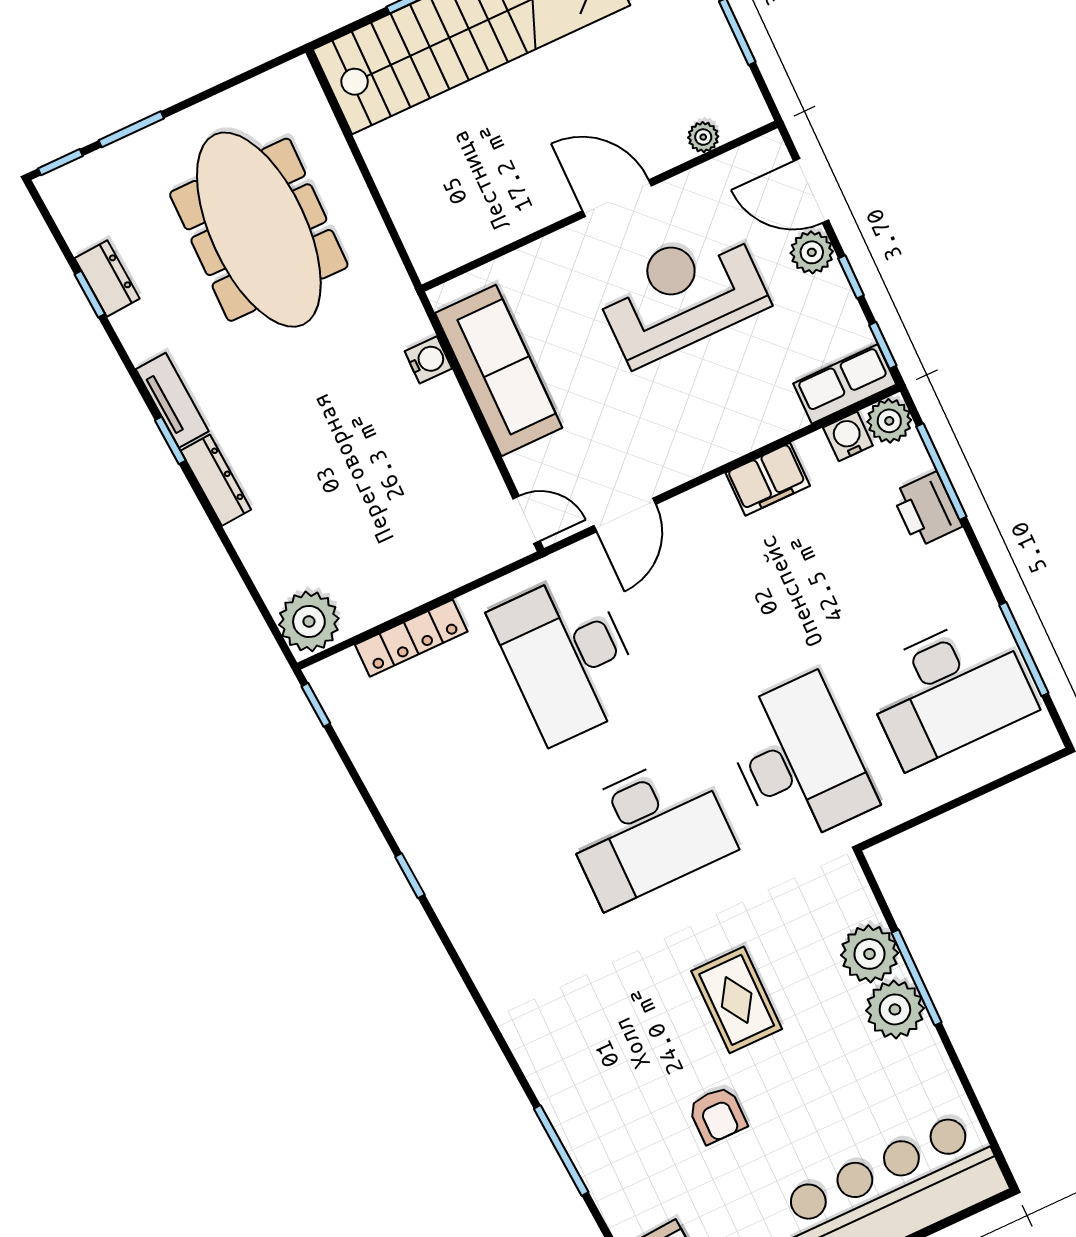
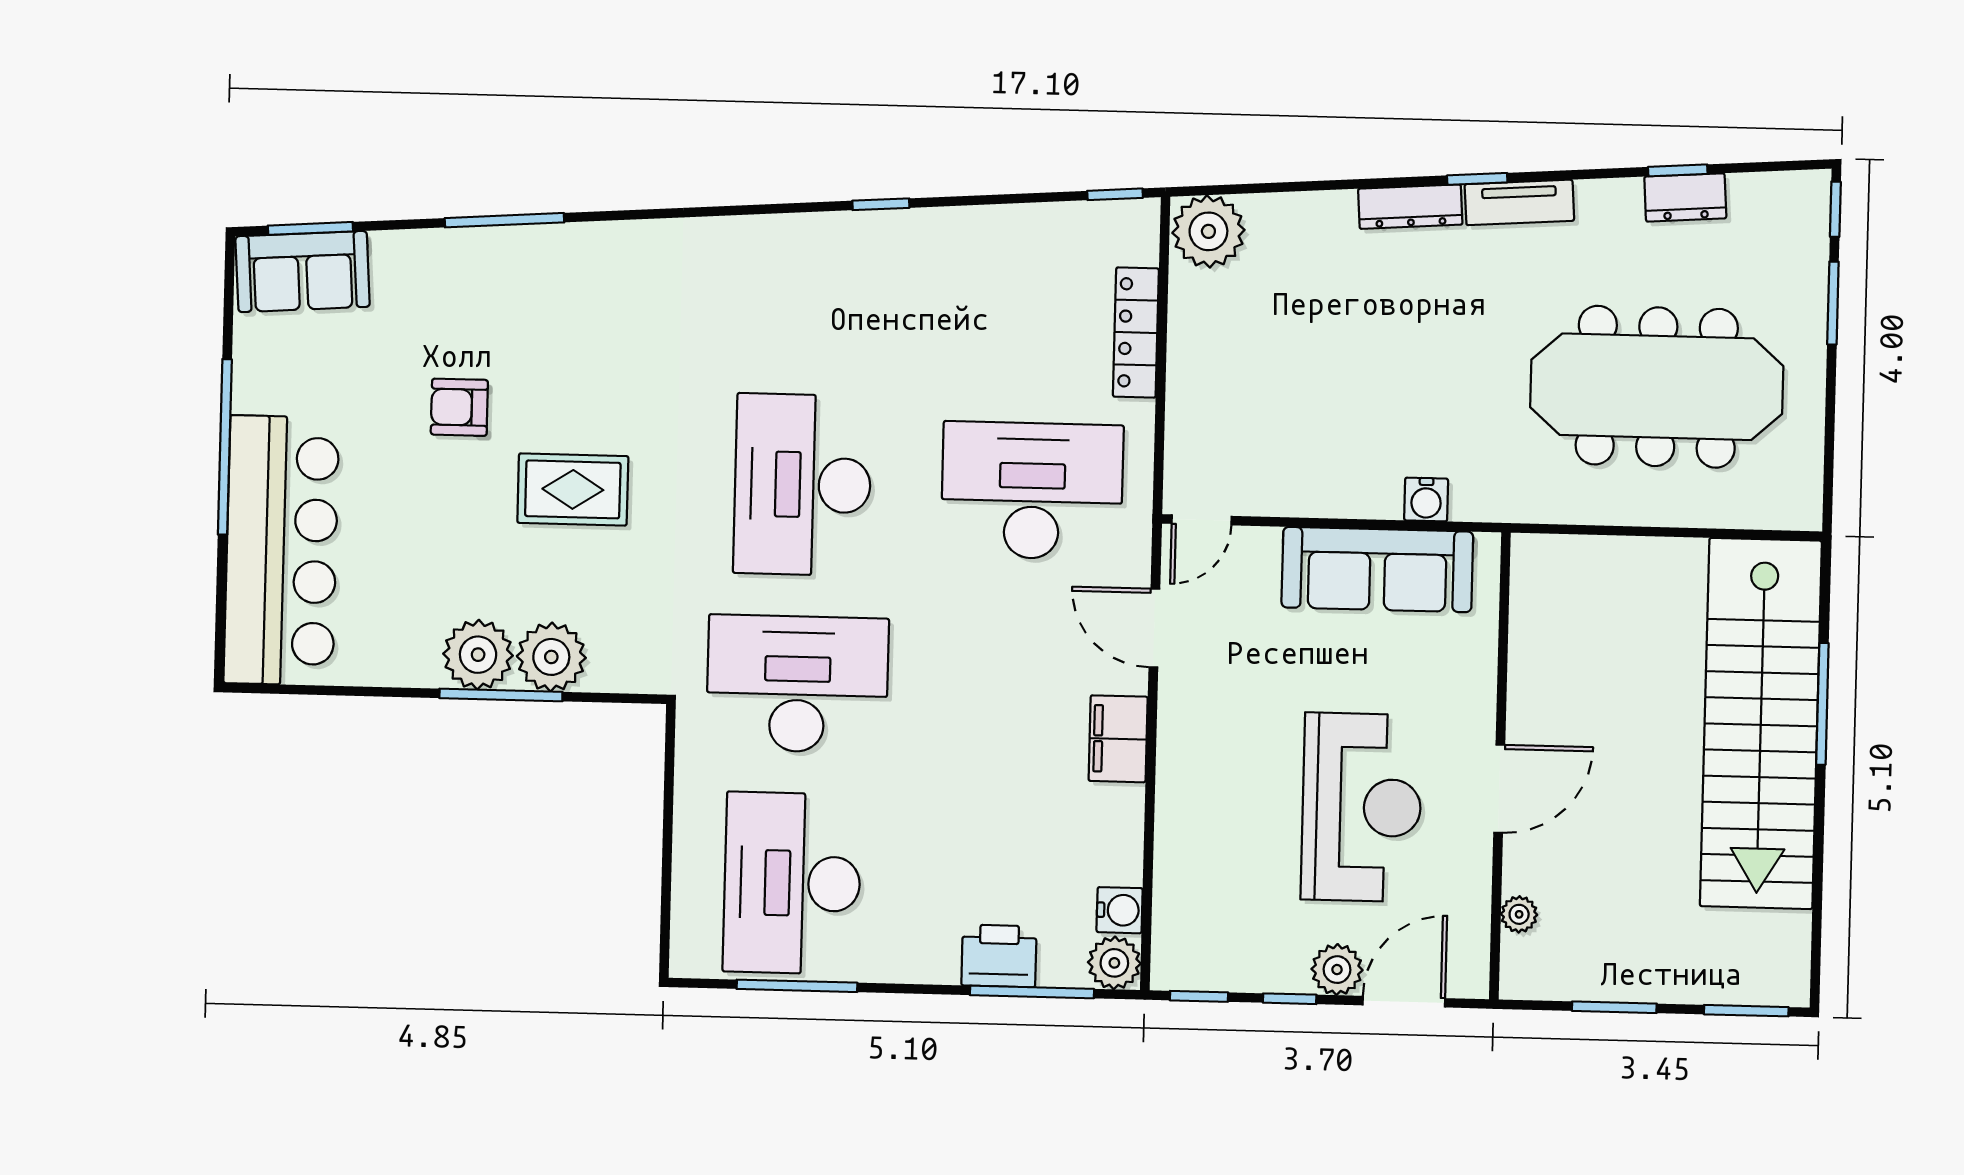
row of seats: (845, 384) -> (1178, 935), removed
filing cabinet: (768, 479) -> (1118, 739), moved
desk: (799, 761) -> (797, 684), turned 180

